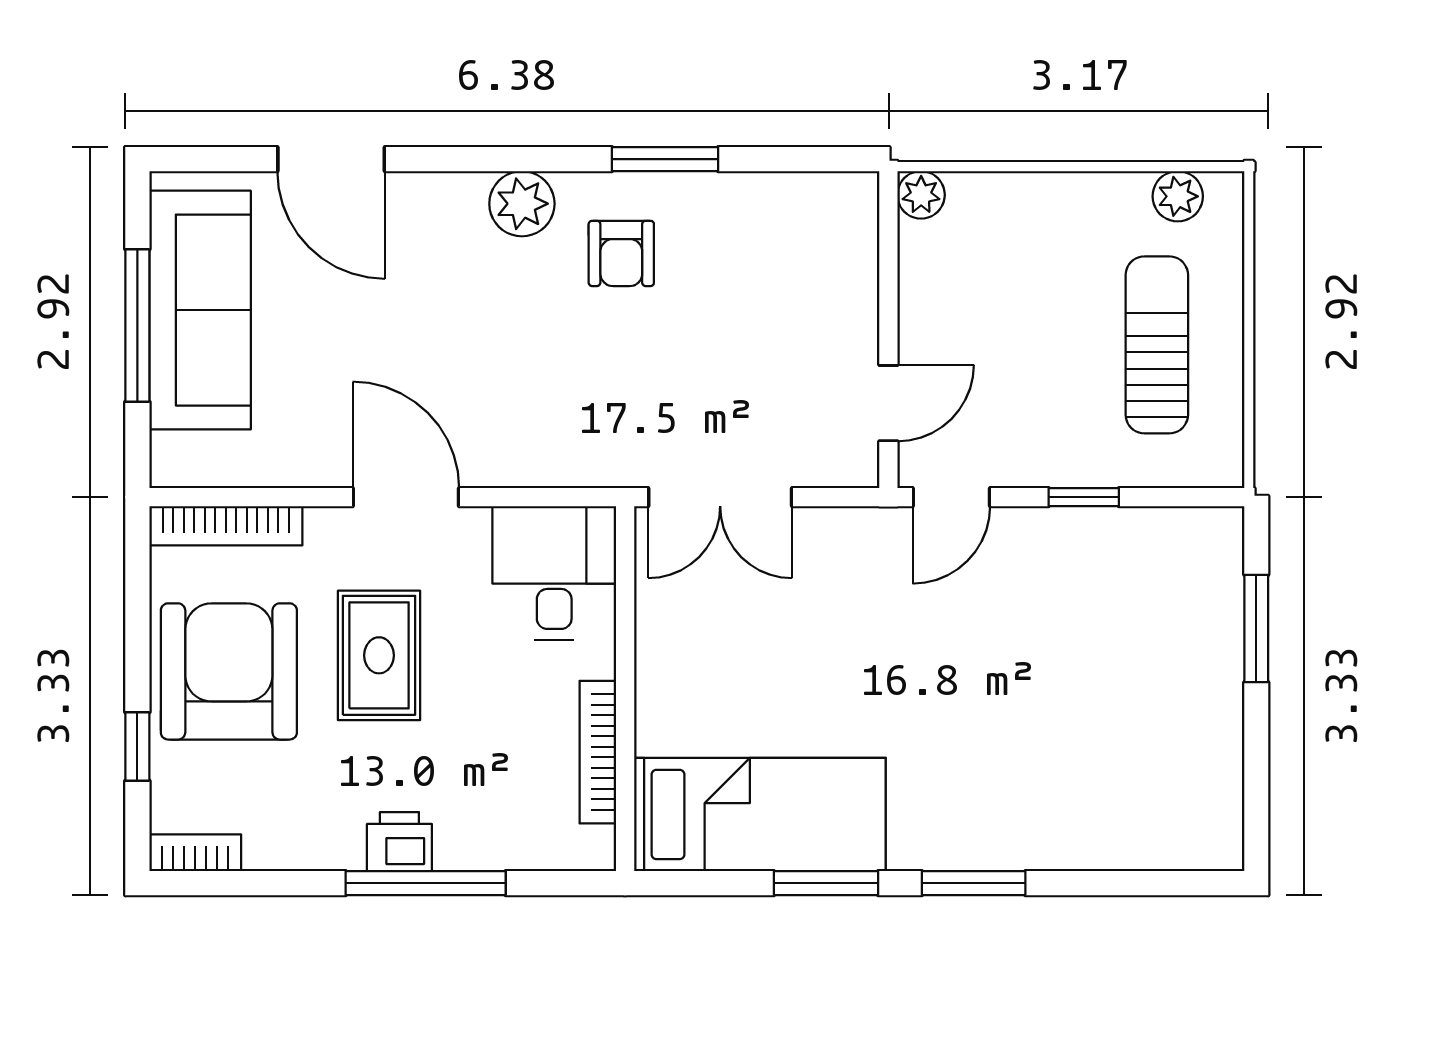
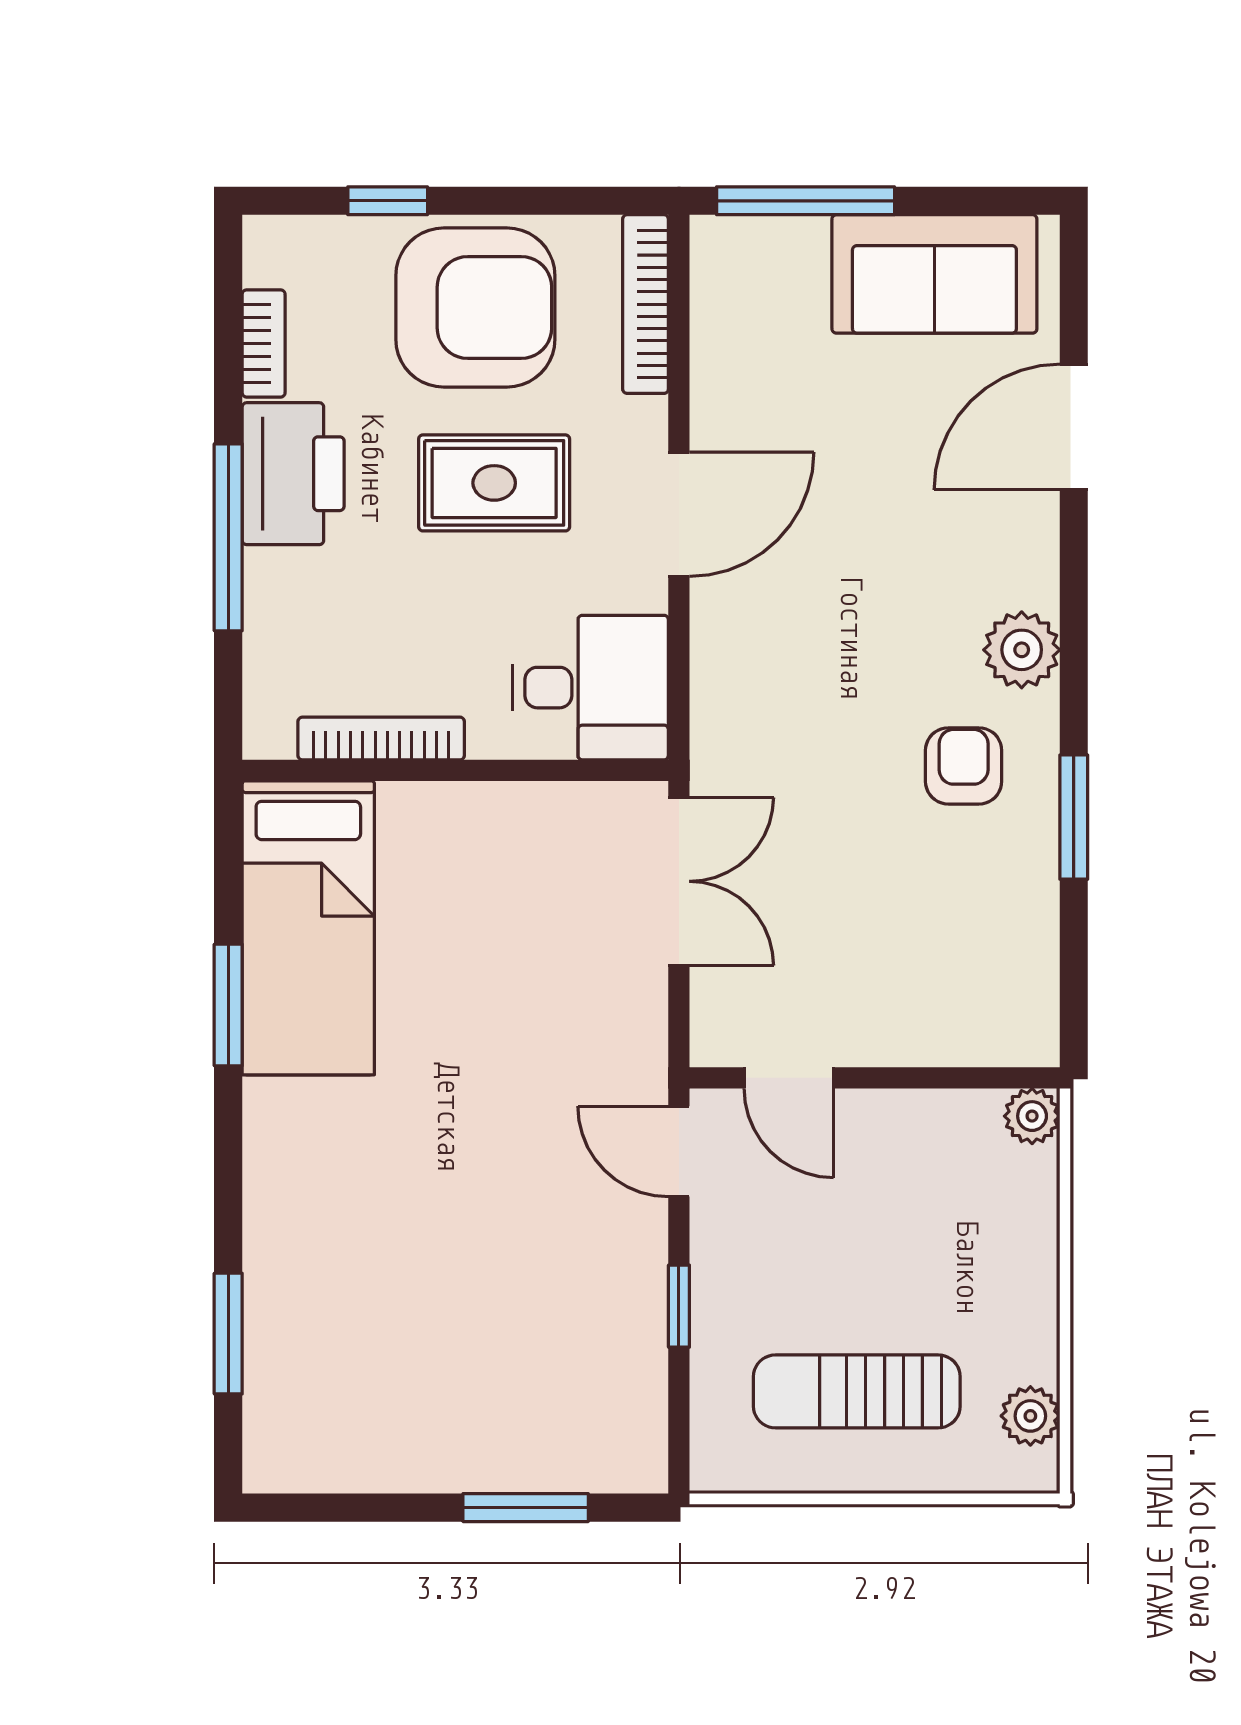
armchair: (621, 253) -> (964, 766), turned 90
sofa: (200, 310) -> (934, 274), width x0.73
window: (137, 326) -> (806, 201), moved
sun lounger: (1157, 345) -> (857, 1391), turned 180
double door: (720, 497) -> (679, 881), swing flipped
printer: (399, 842) -> (293, 474), width x1.87, depth x1.48
bookcase: (195, 853) -> (264, 343), moved
window: (974, 883) -> (228, 1334), moved

